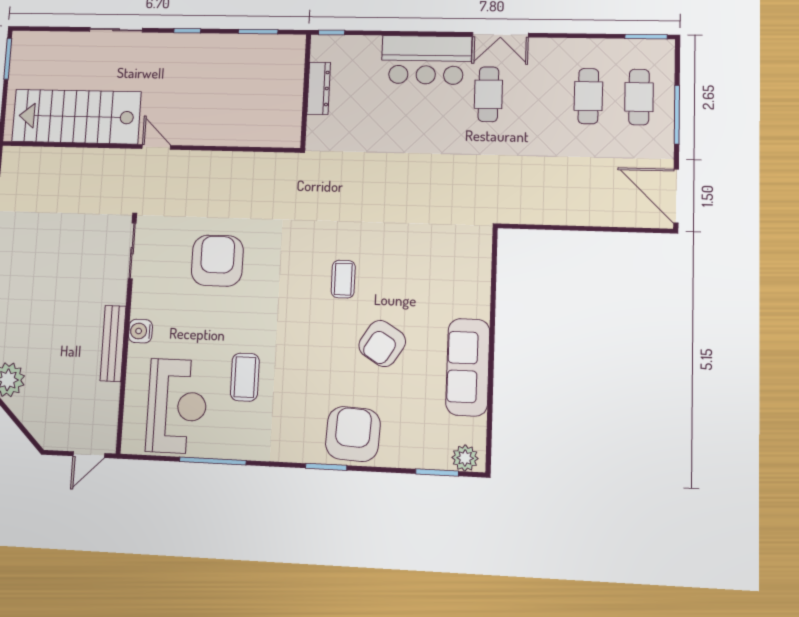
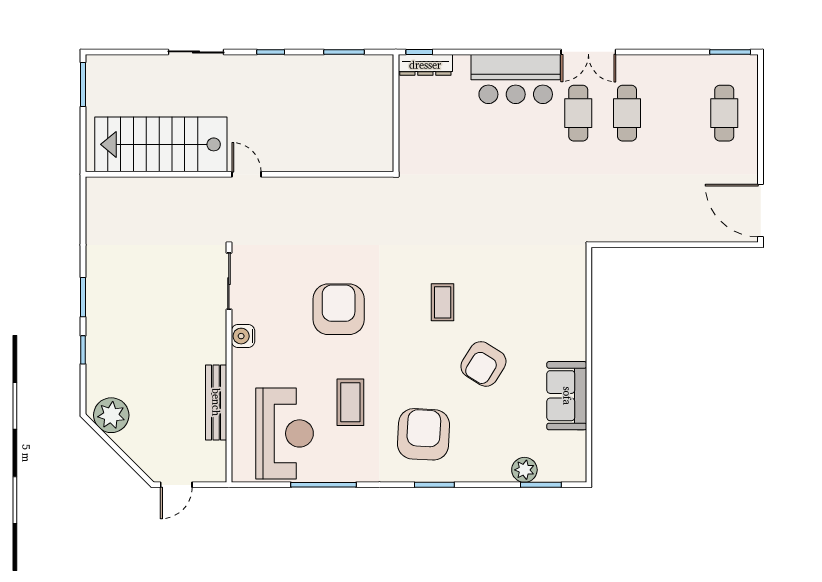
dresser: (319, 88) -> (425, 65), moved, turned 90
cafe table: (588, 96) -> (627, 113), moved
window: (677, 115) -> (761, 130), removed
armchair: (217, 261) -> (339, 309), moved
water cooler: (140, 331) -> (243, 336), moved
bench: (113, 343) -> (216, 402), moved
sofa: (468, 367) -> (567, 396), width x0.73
armchair: (353, 434) -> (424, 434), moved
door: (89, 455) -> (176, 485), moved
plant: (465, 458) -> (524, 470), moved

